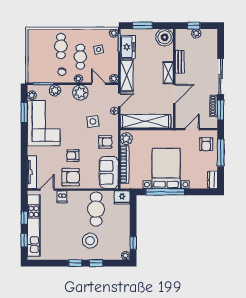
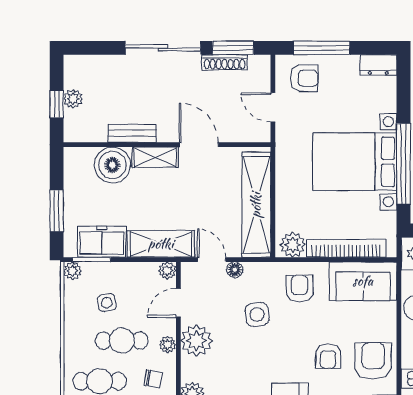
boiler: (165, 37) -> (112, 165), moved

